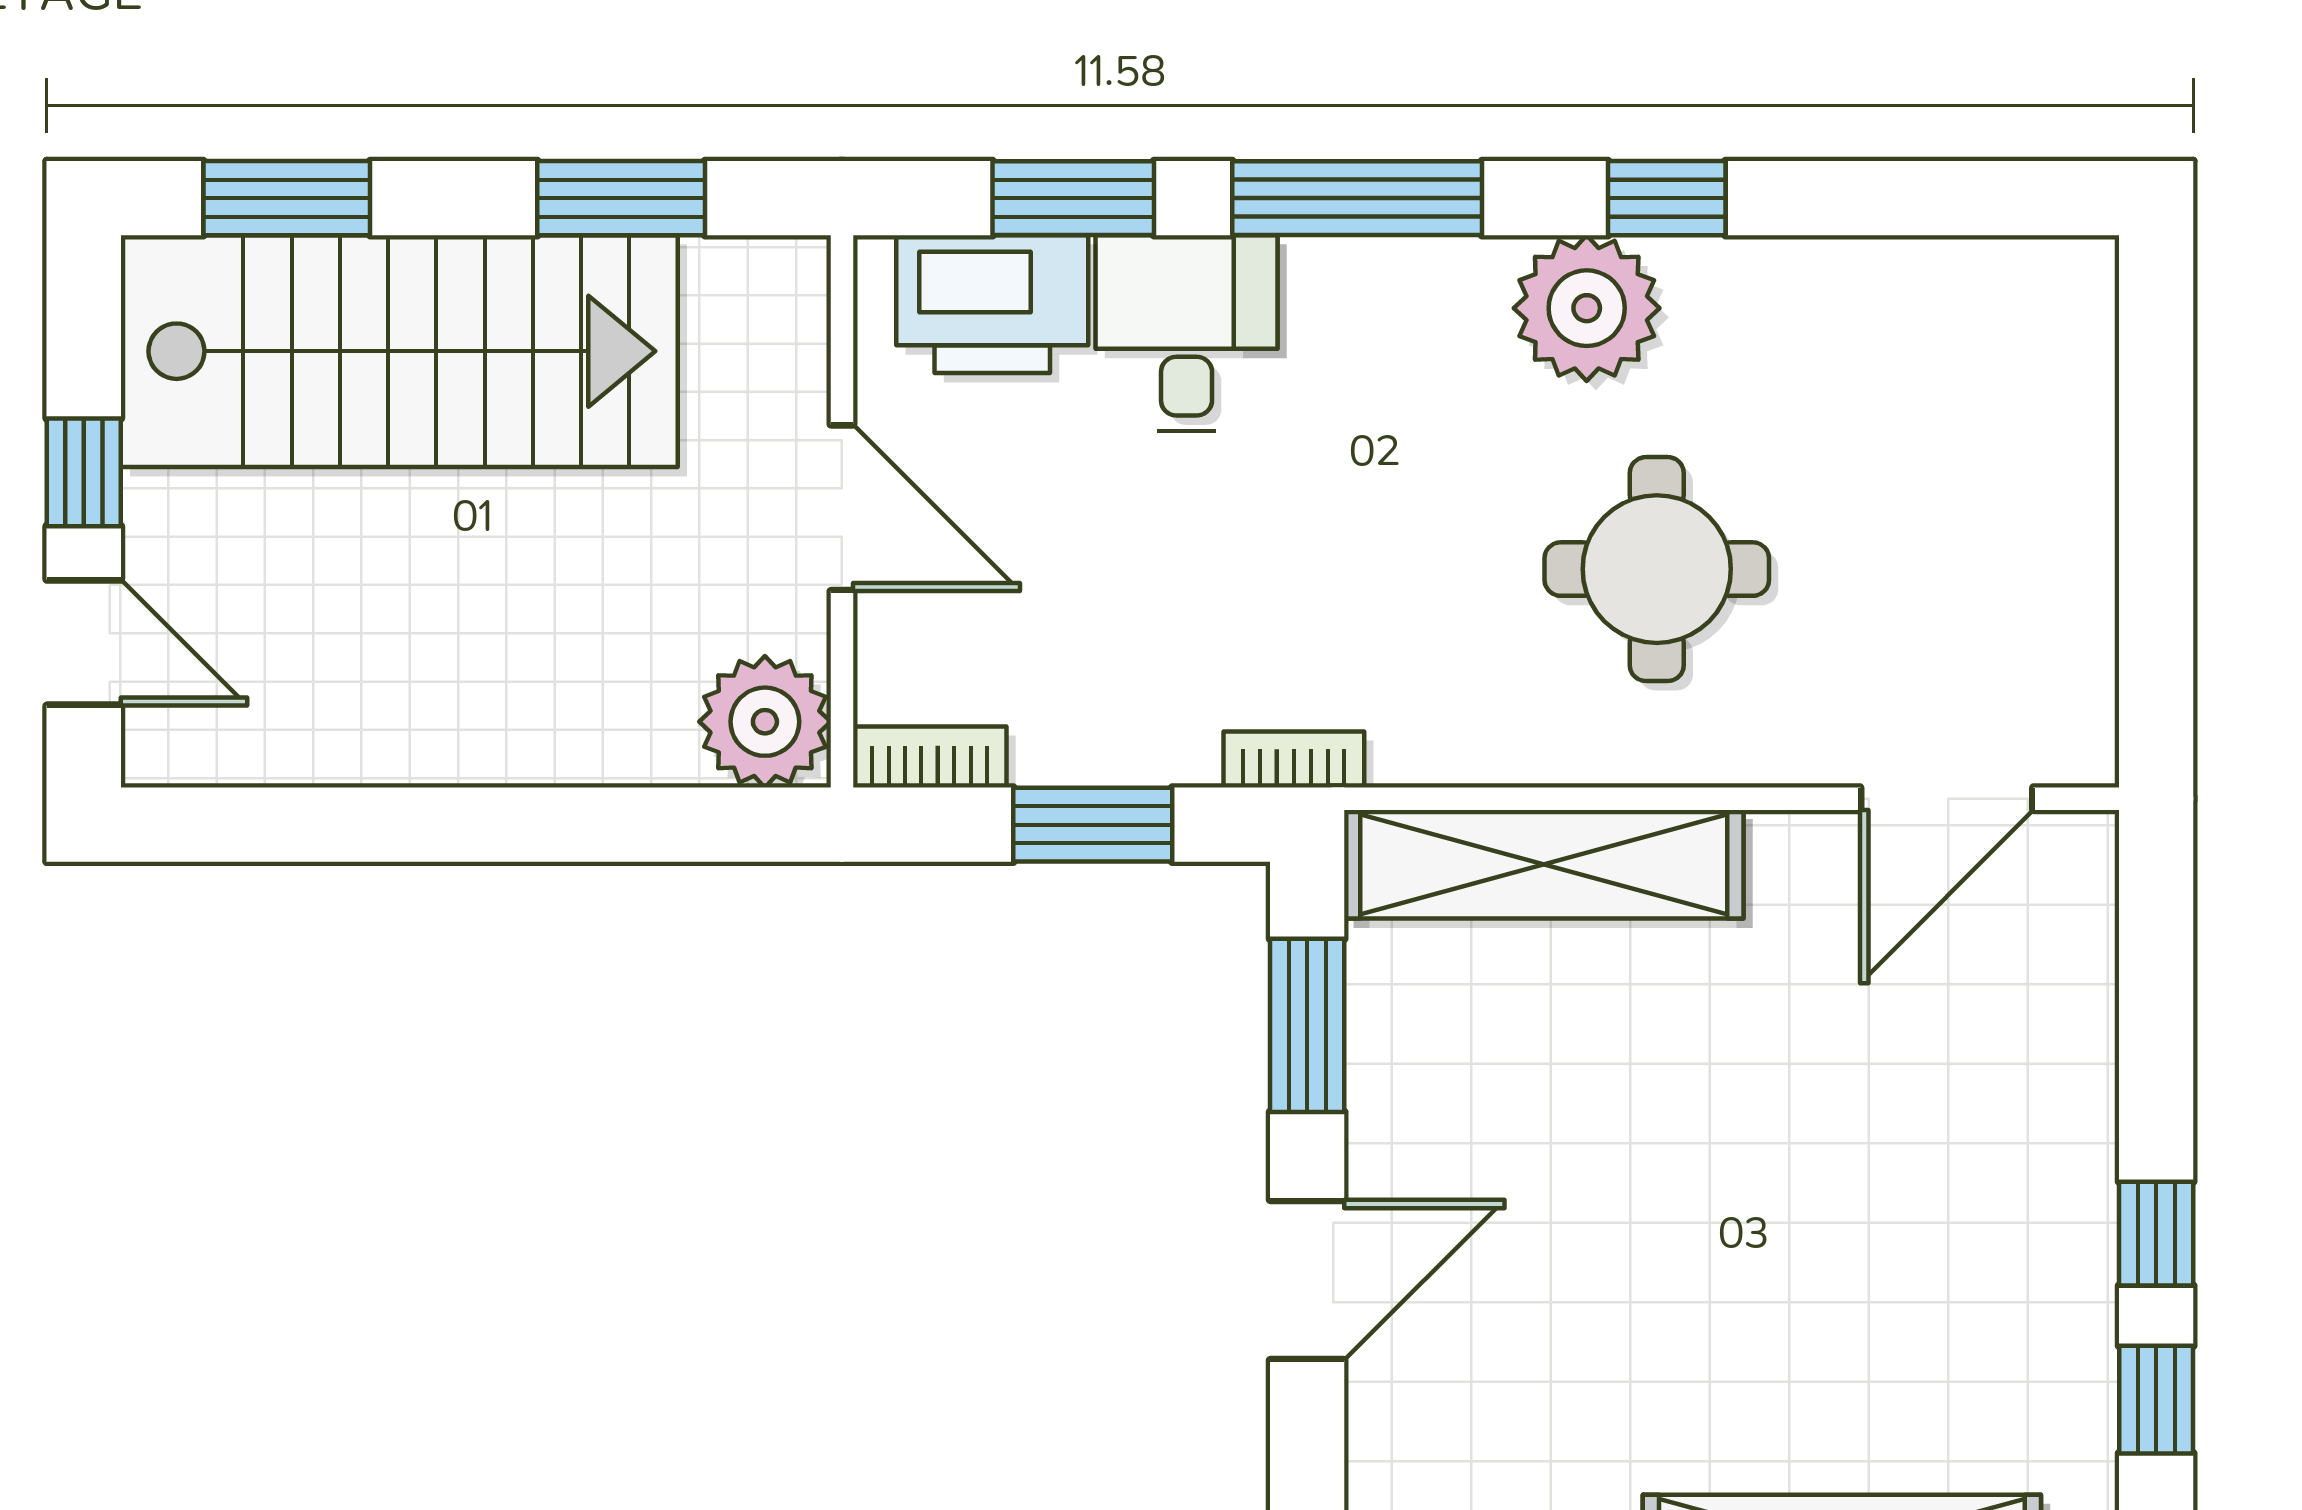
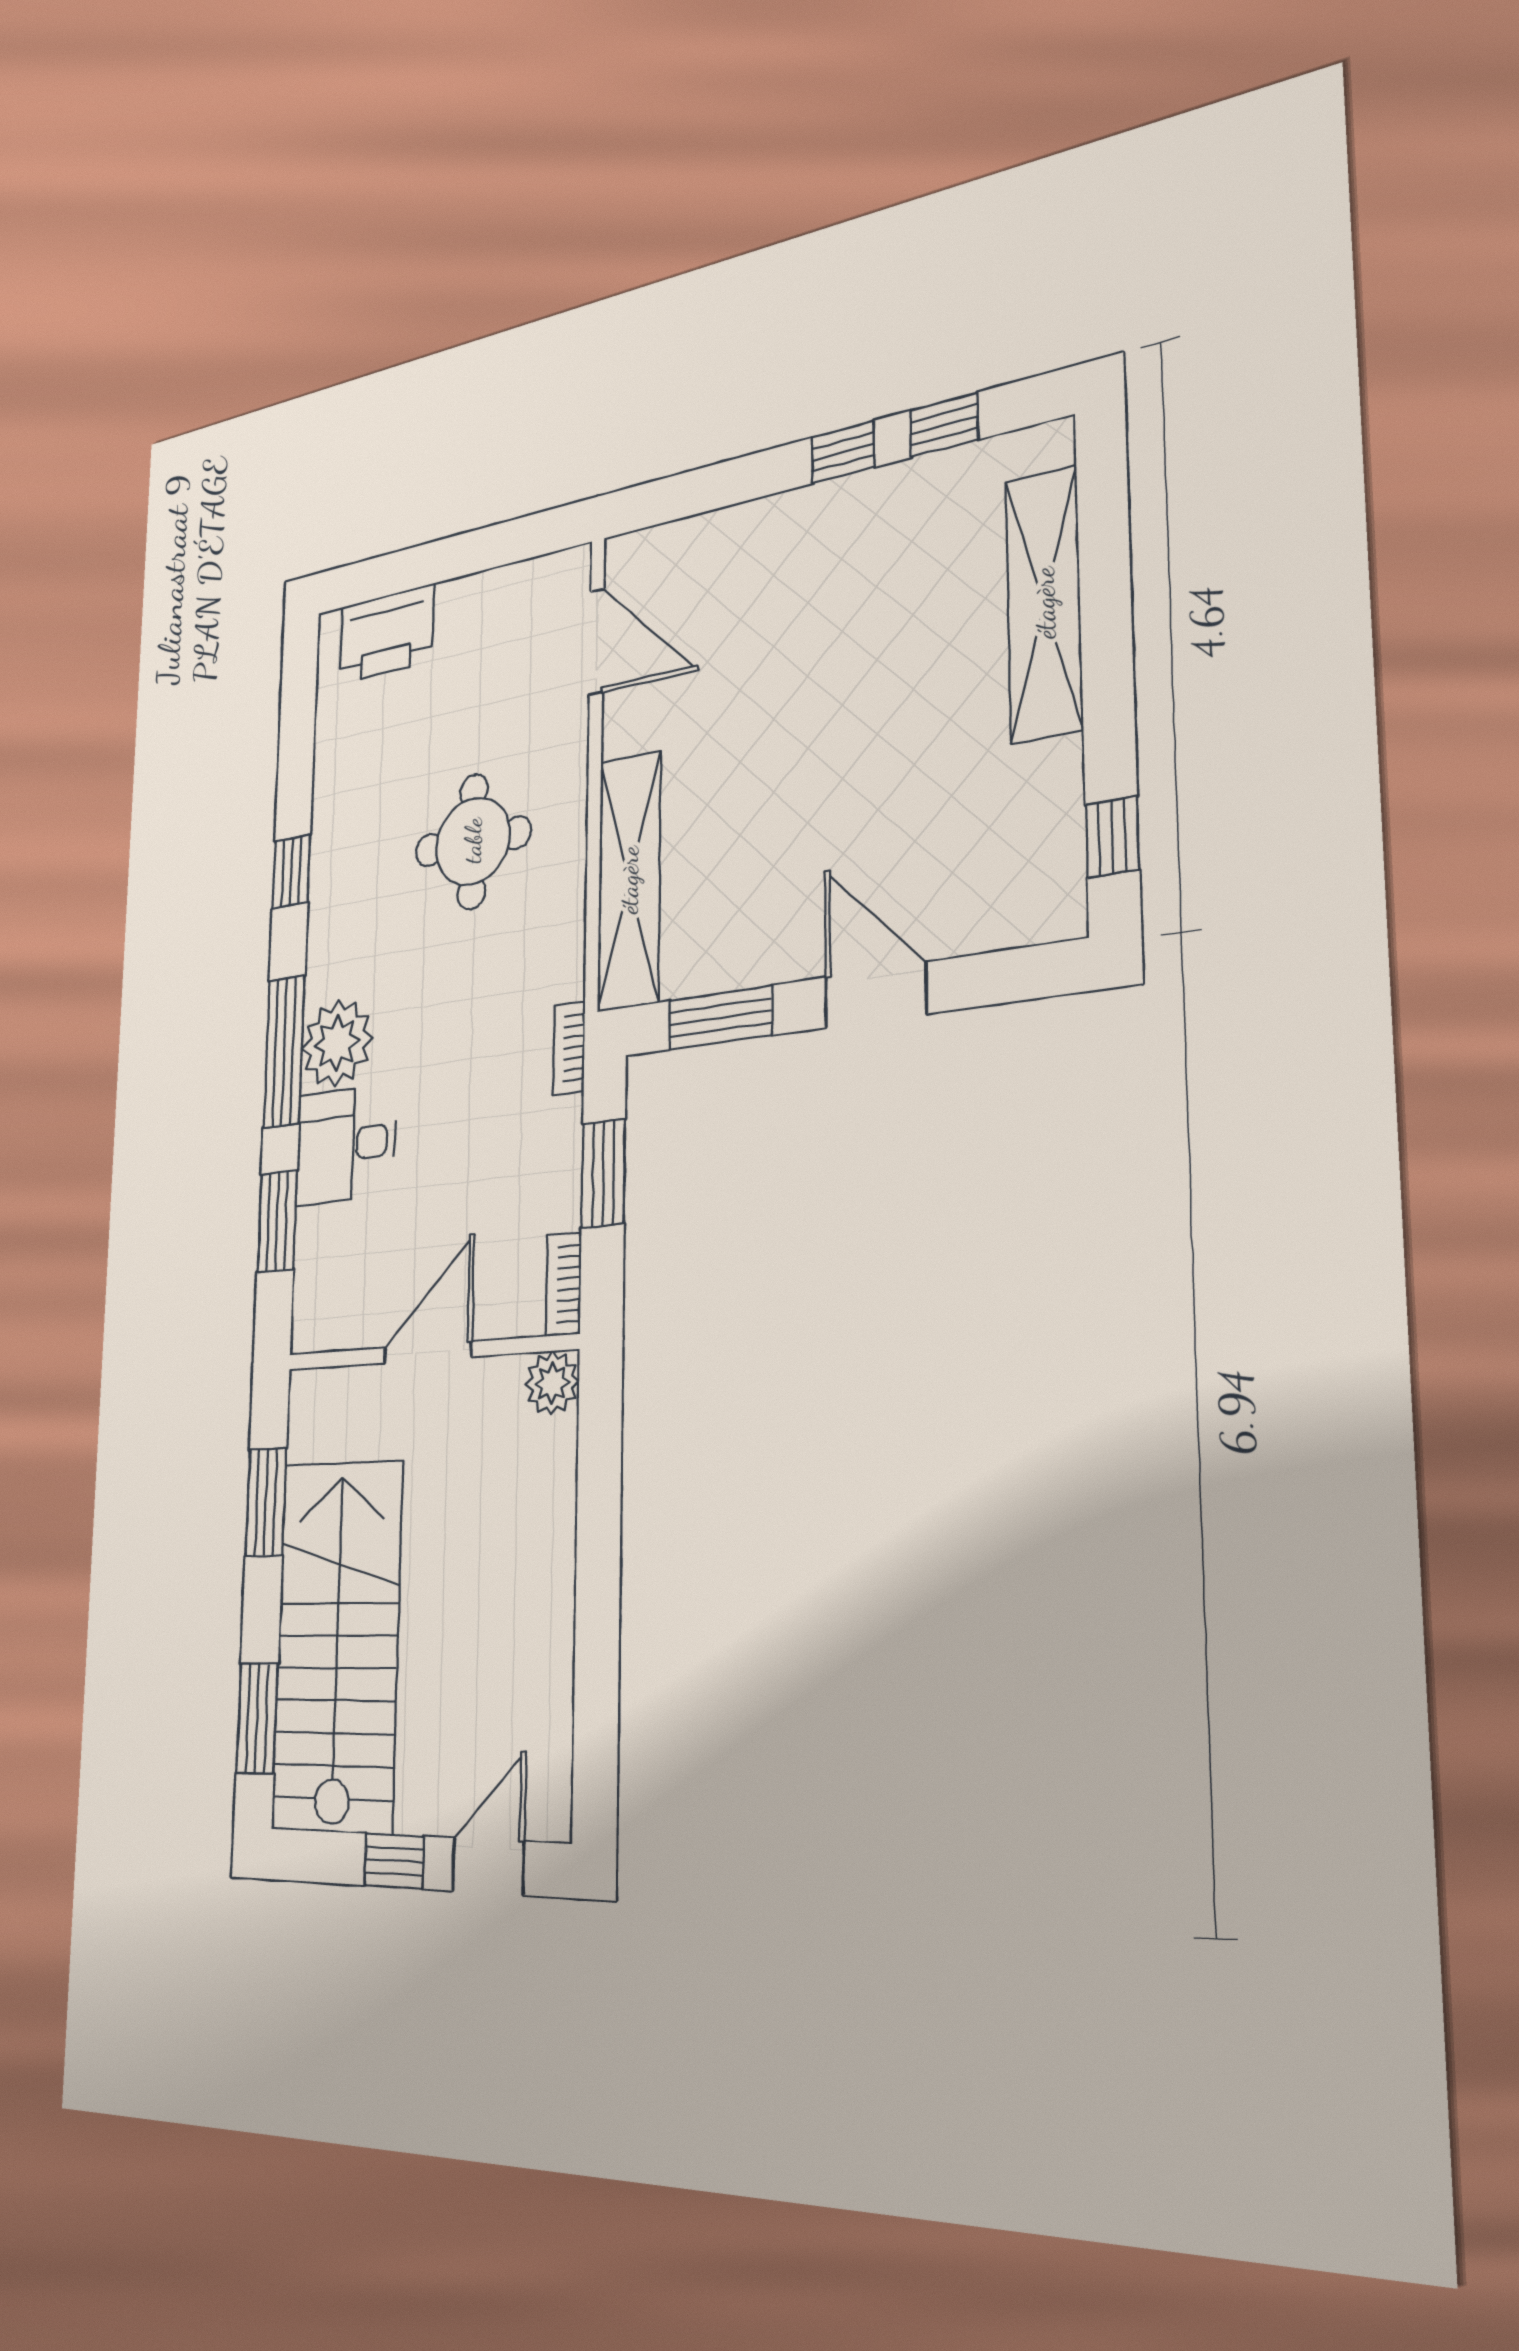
printer: (992, 304) -> (386, 634), moved, turned 90
plant: (1587, 308) -> (337, 1043), moved
plant: (765, 722) -> (552, 1383), width x0.73, depth x0.73

